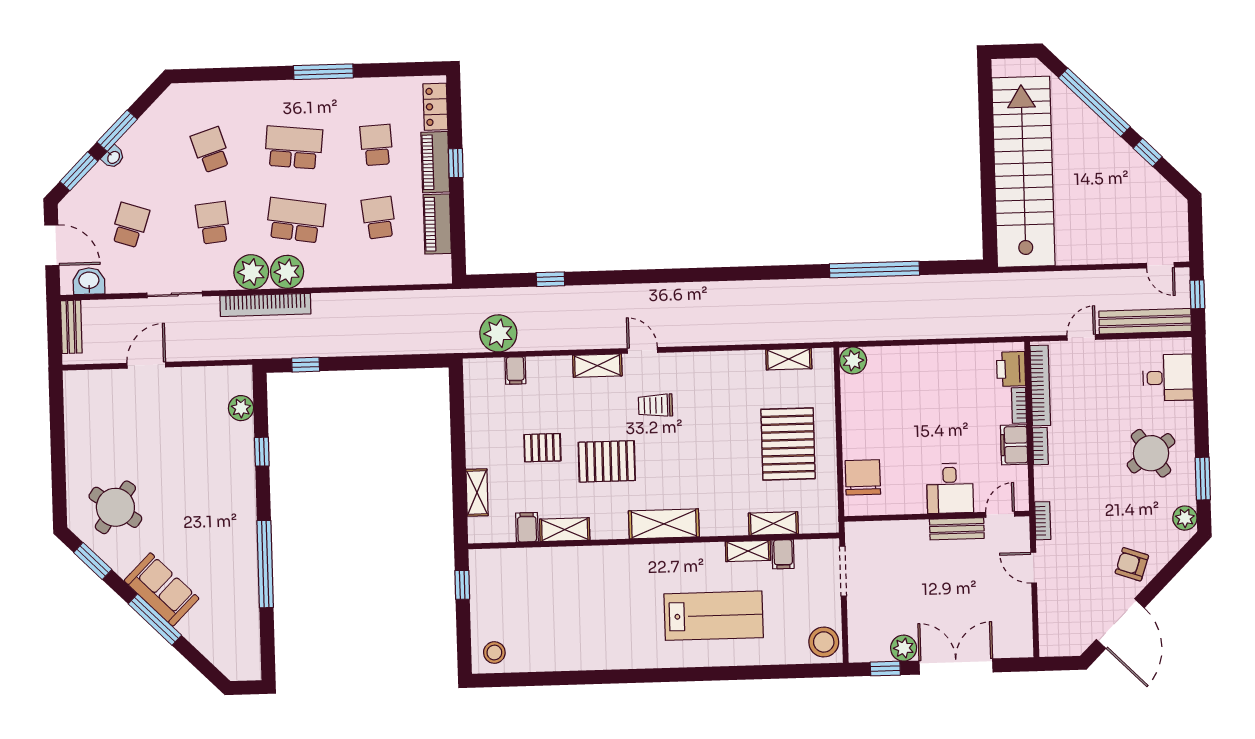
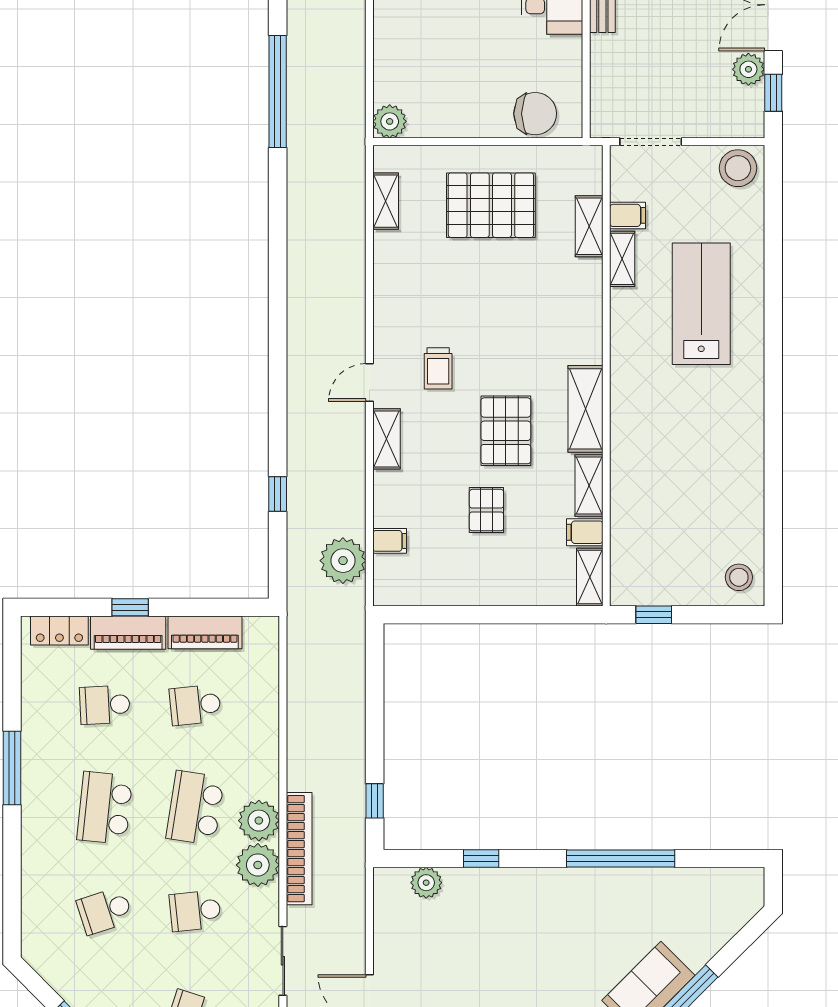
chair: (863, 477) -> (535, 114), turned 180
shelving: (477, 492) -> (590, 577), moved, turned 90
shelving: (664, 524) -> (585, 409), moved

